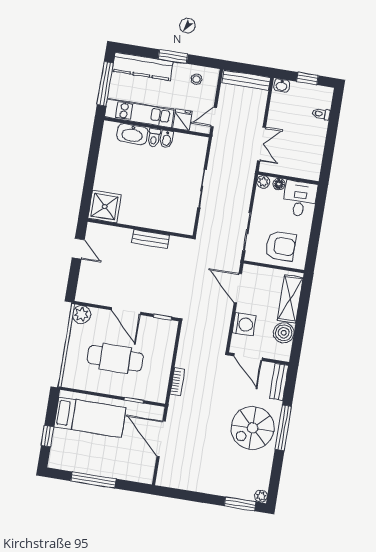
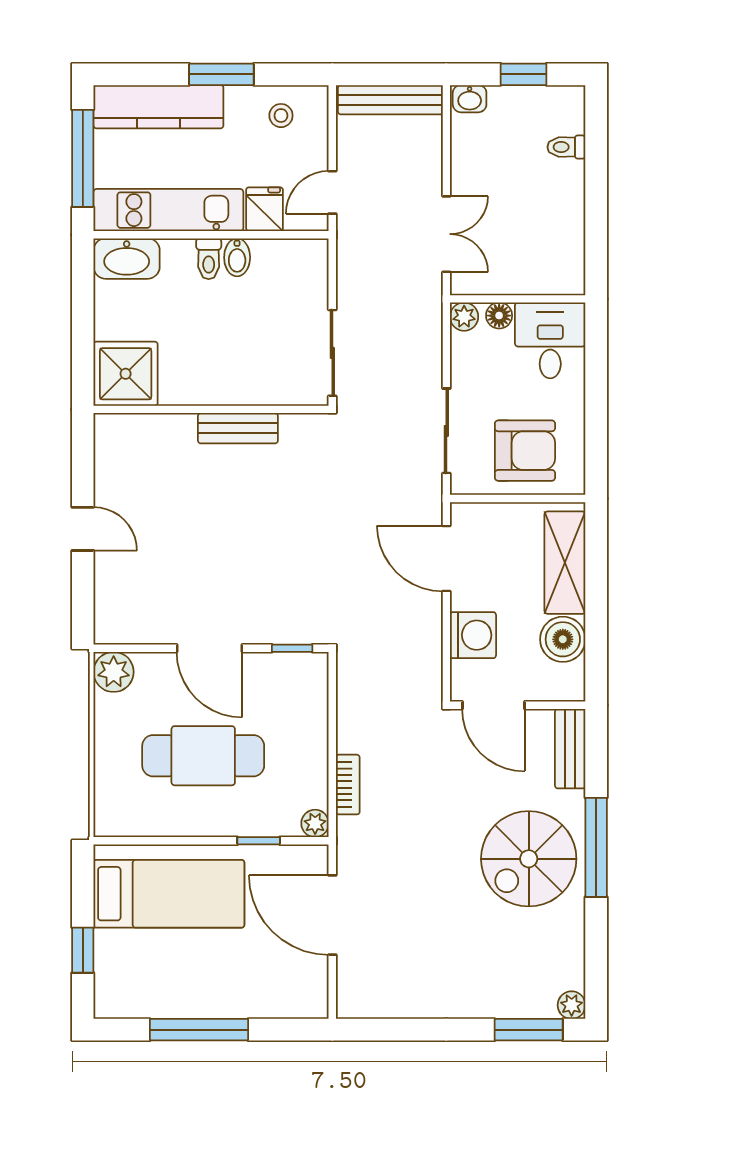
washbasin: (132, 134) -> (127, 259), moved
shower: (105, 207) -> (126, 374), moved
wall: (140, 229) -> (211, 409), moved
bench: (151, 239) -> (238, 428), moved
plant: (160, 397) -> (315, 823), added

